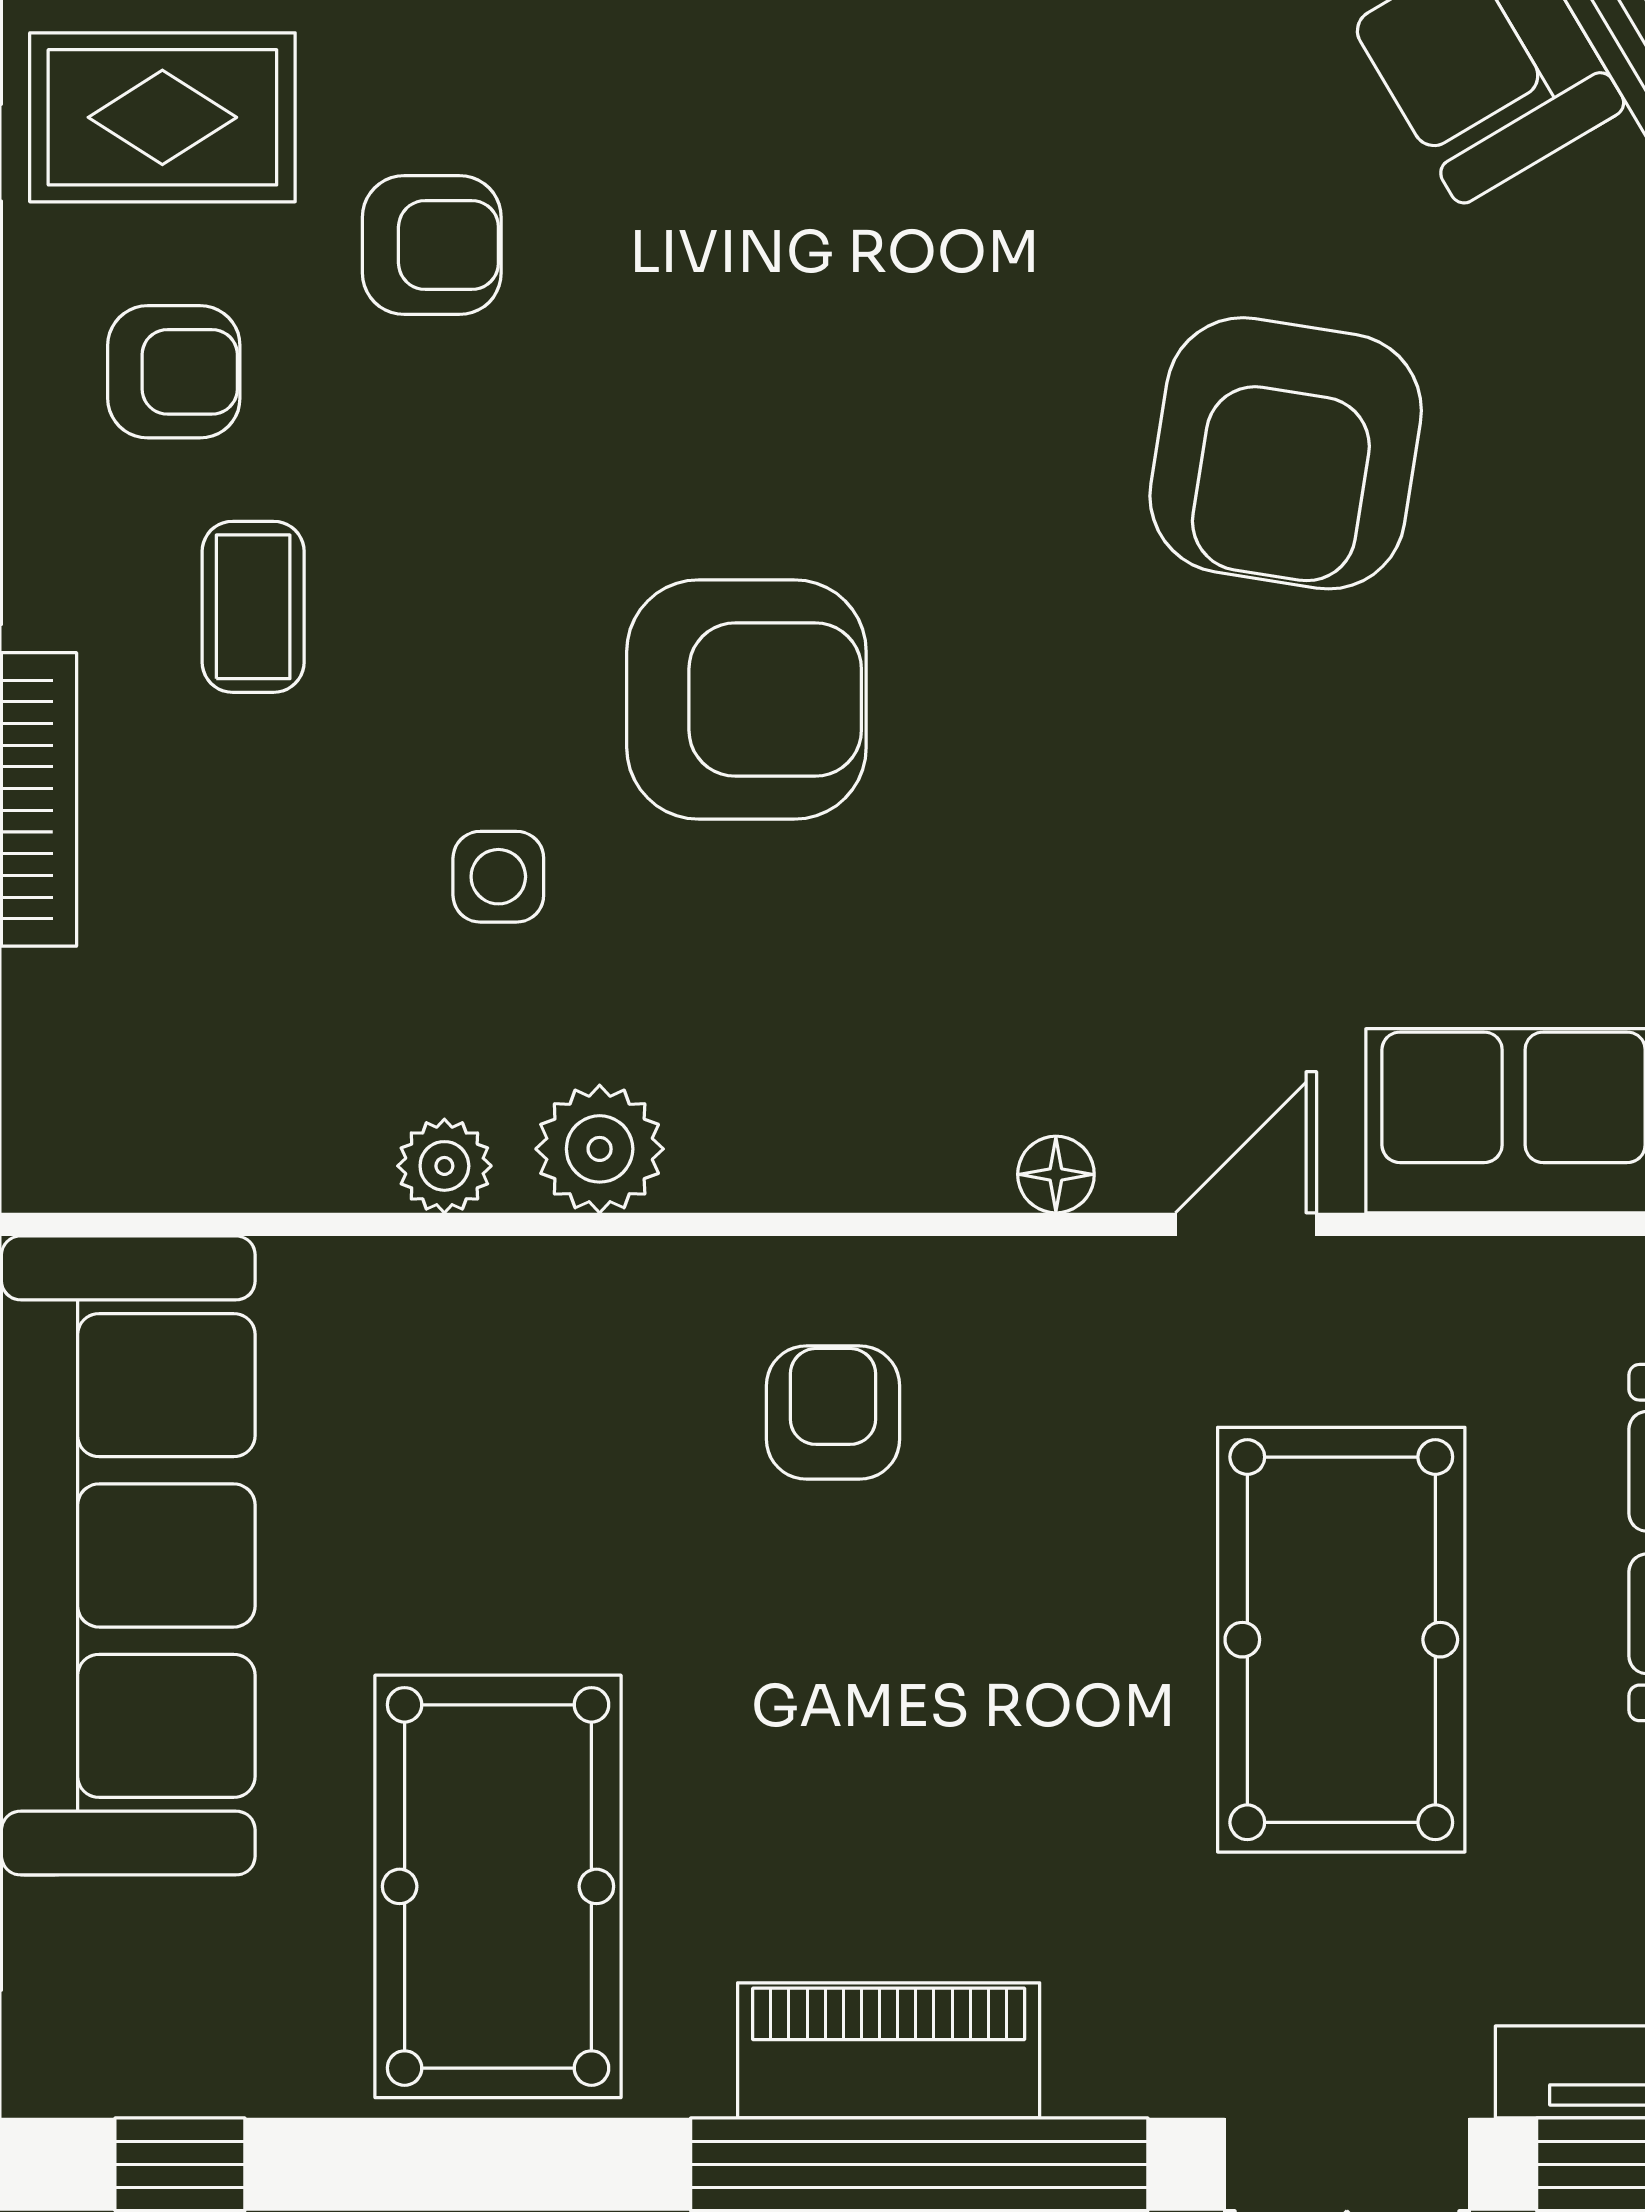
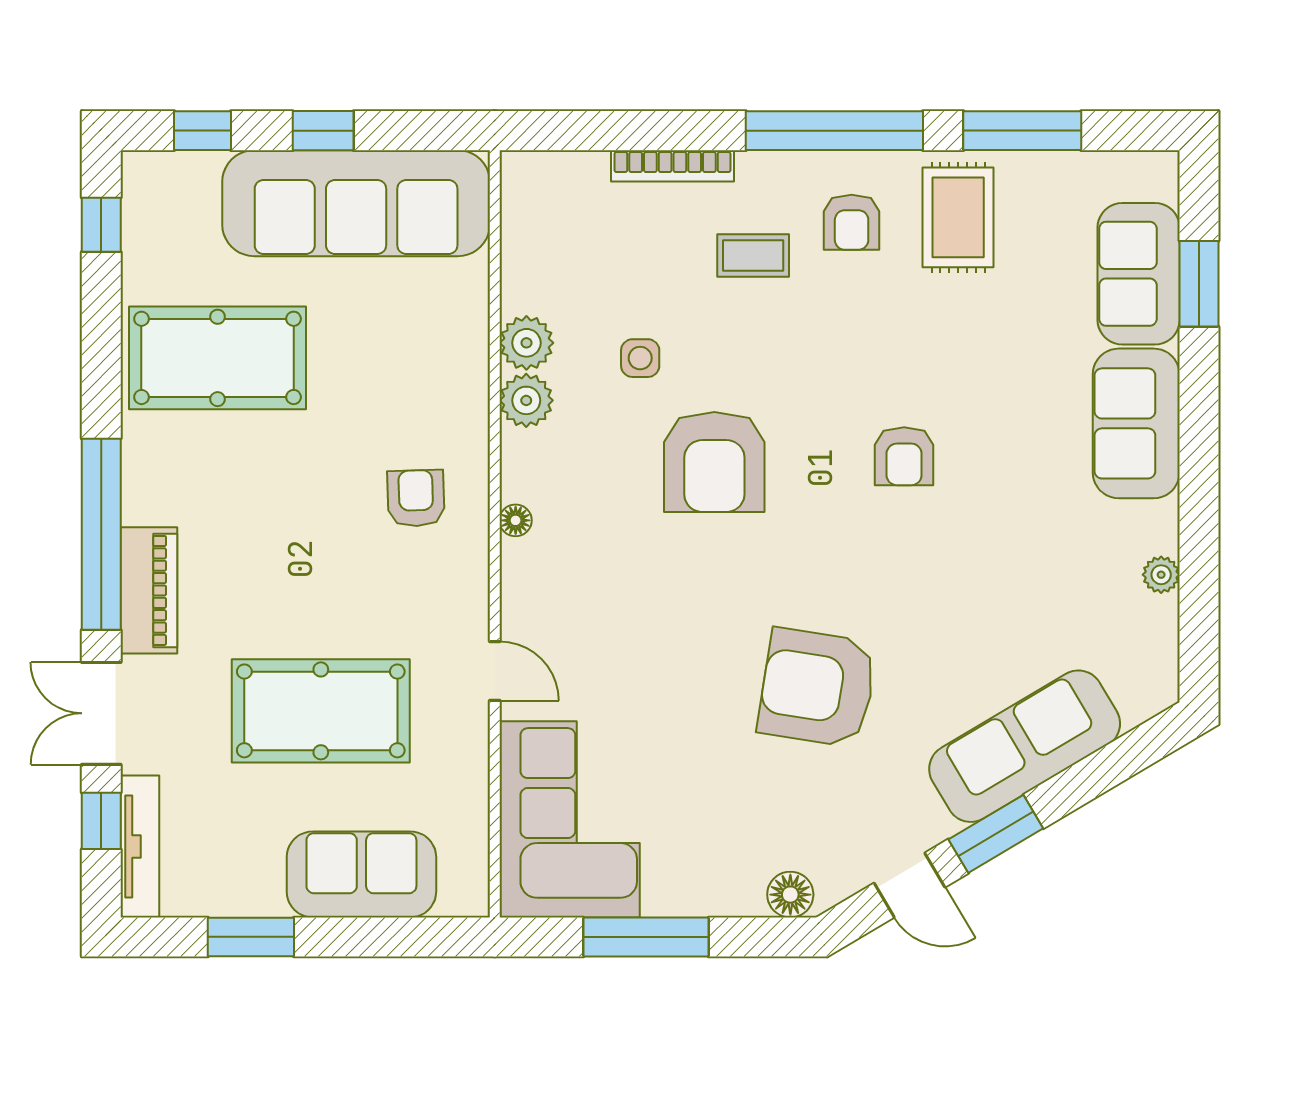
armchair: (432, 245) -> (904, 456), moved
plant: (444, 1166) -> (526, 343), width x1.38, depth x1.38
floor lamp: (1056, 1174) -> (516, 520), moved
armchair: (833, 1412) -> (416, 498), turned -92
piano: (889, 2050) -> (149, 590), moved

